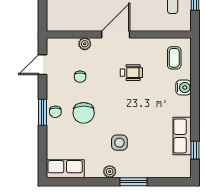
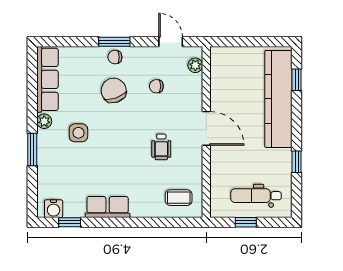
plant: (85, 44) -> (195, 65), moved
water cooler: (184, 87) -> (54, 209), moved
chair: (84, 113) -> (114, 90), turned 71
row of seats: (182, 136) -> (108, 207), moved
row of seats: (65, 169) -> (48, 79), width x1.48

